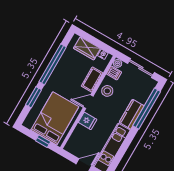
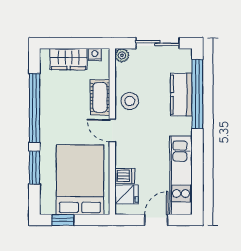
dishwasher: (114, 73) -> (125, 176), moved
door: (88, 102) -> (112, 131), hinge flipped
kitchen counter: (132, 114) -> (181, 95), moved
fridge: (88, 121) -> (126, 194), moved
window: (43, 141) -> (63, 220), moved

